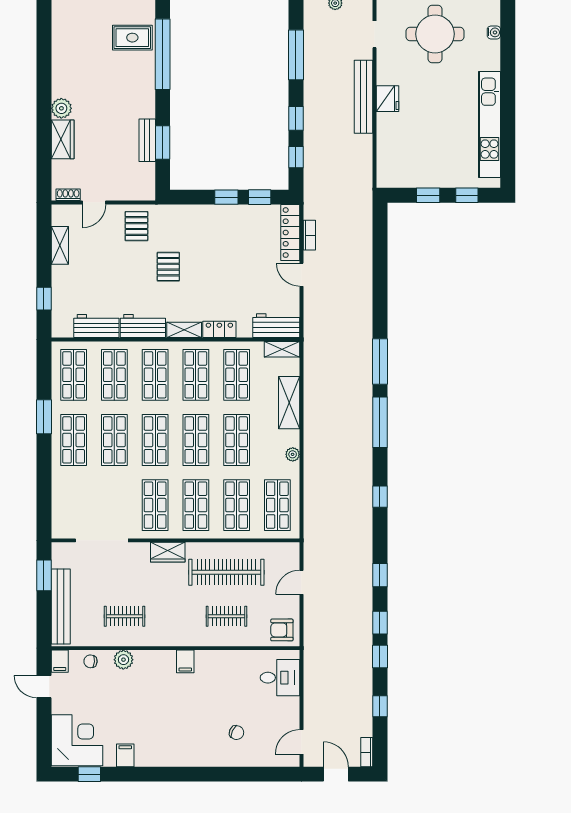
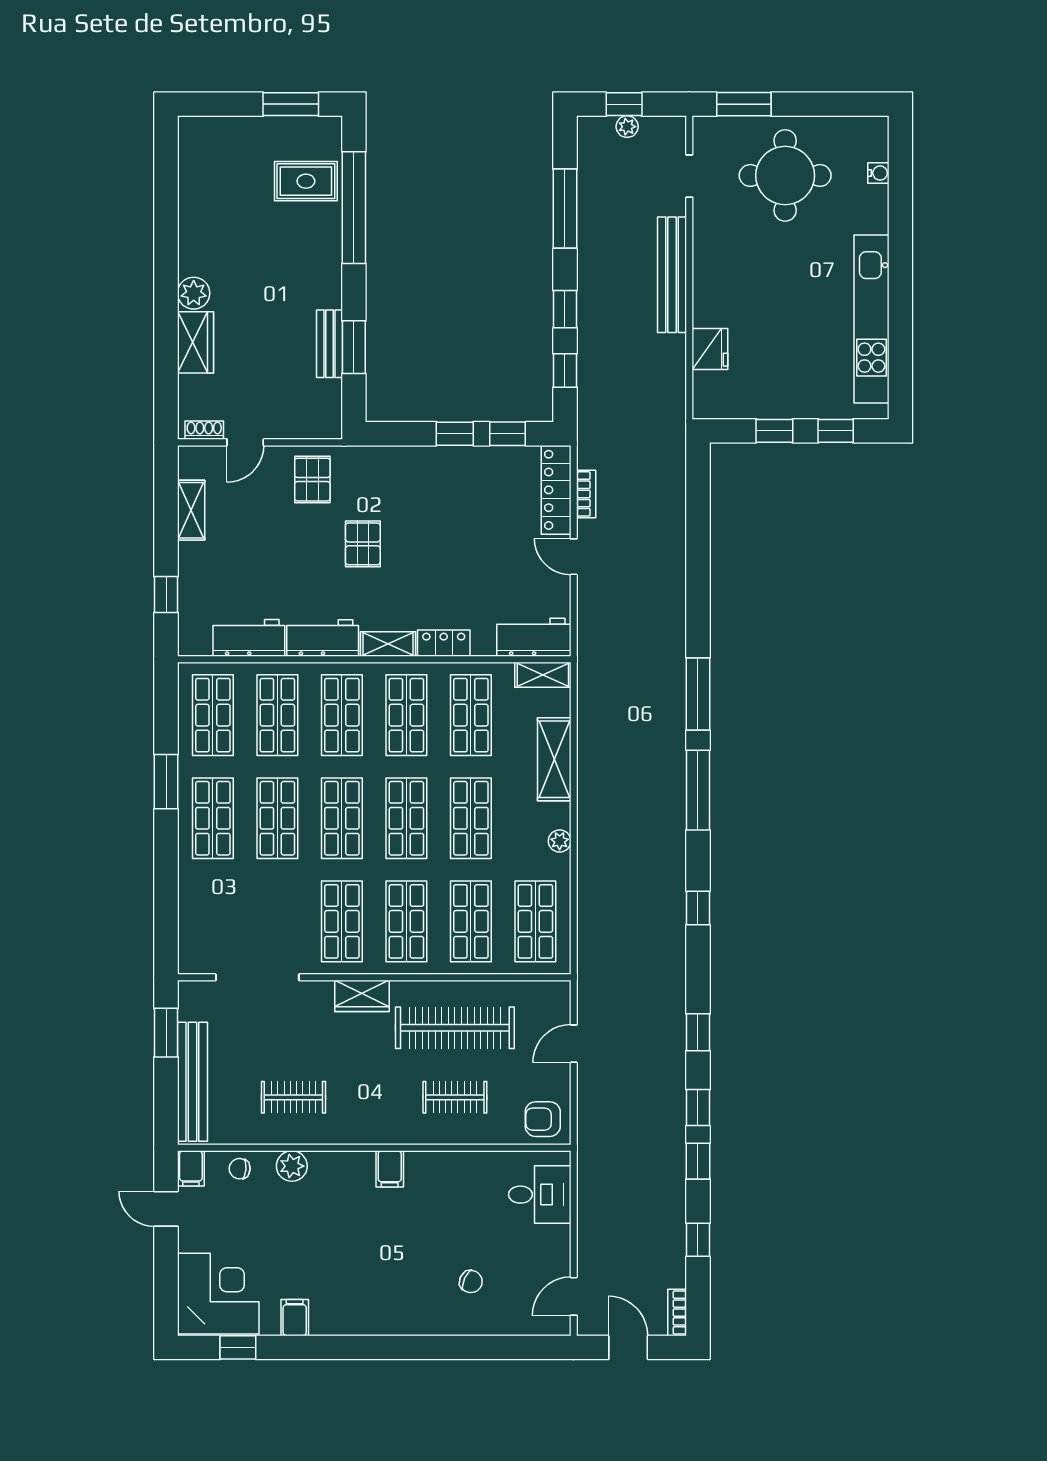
fridge: (388, 99) -> (710, 349), moved

